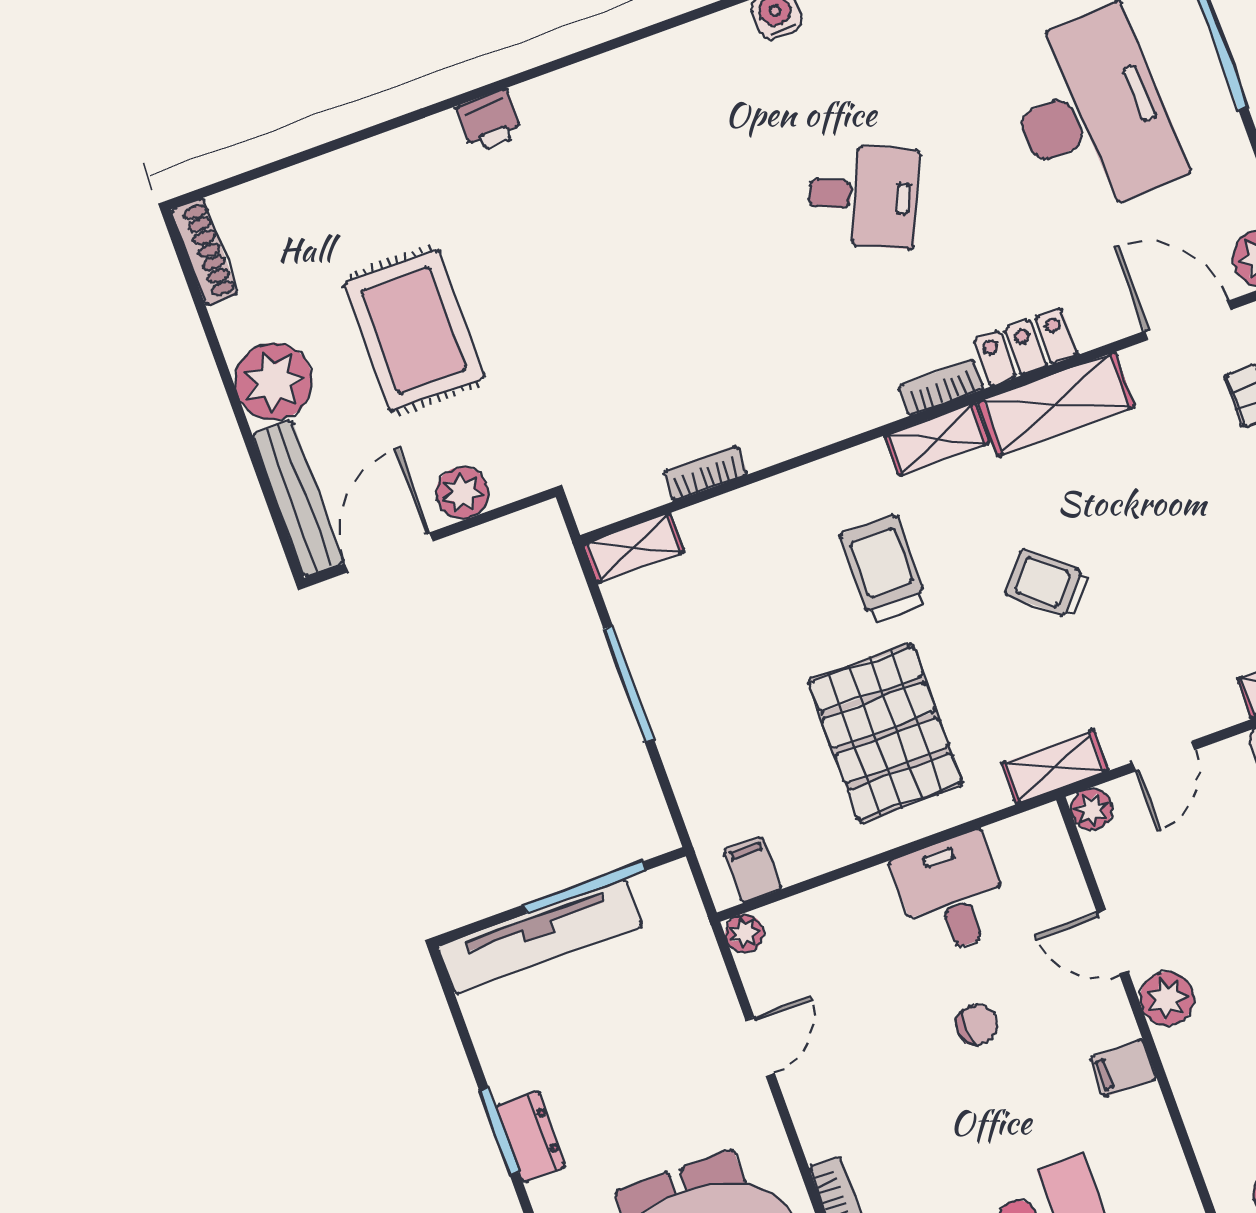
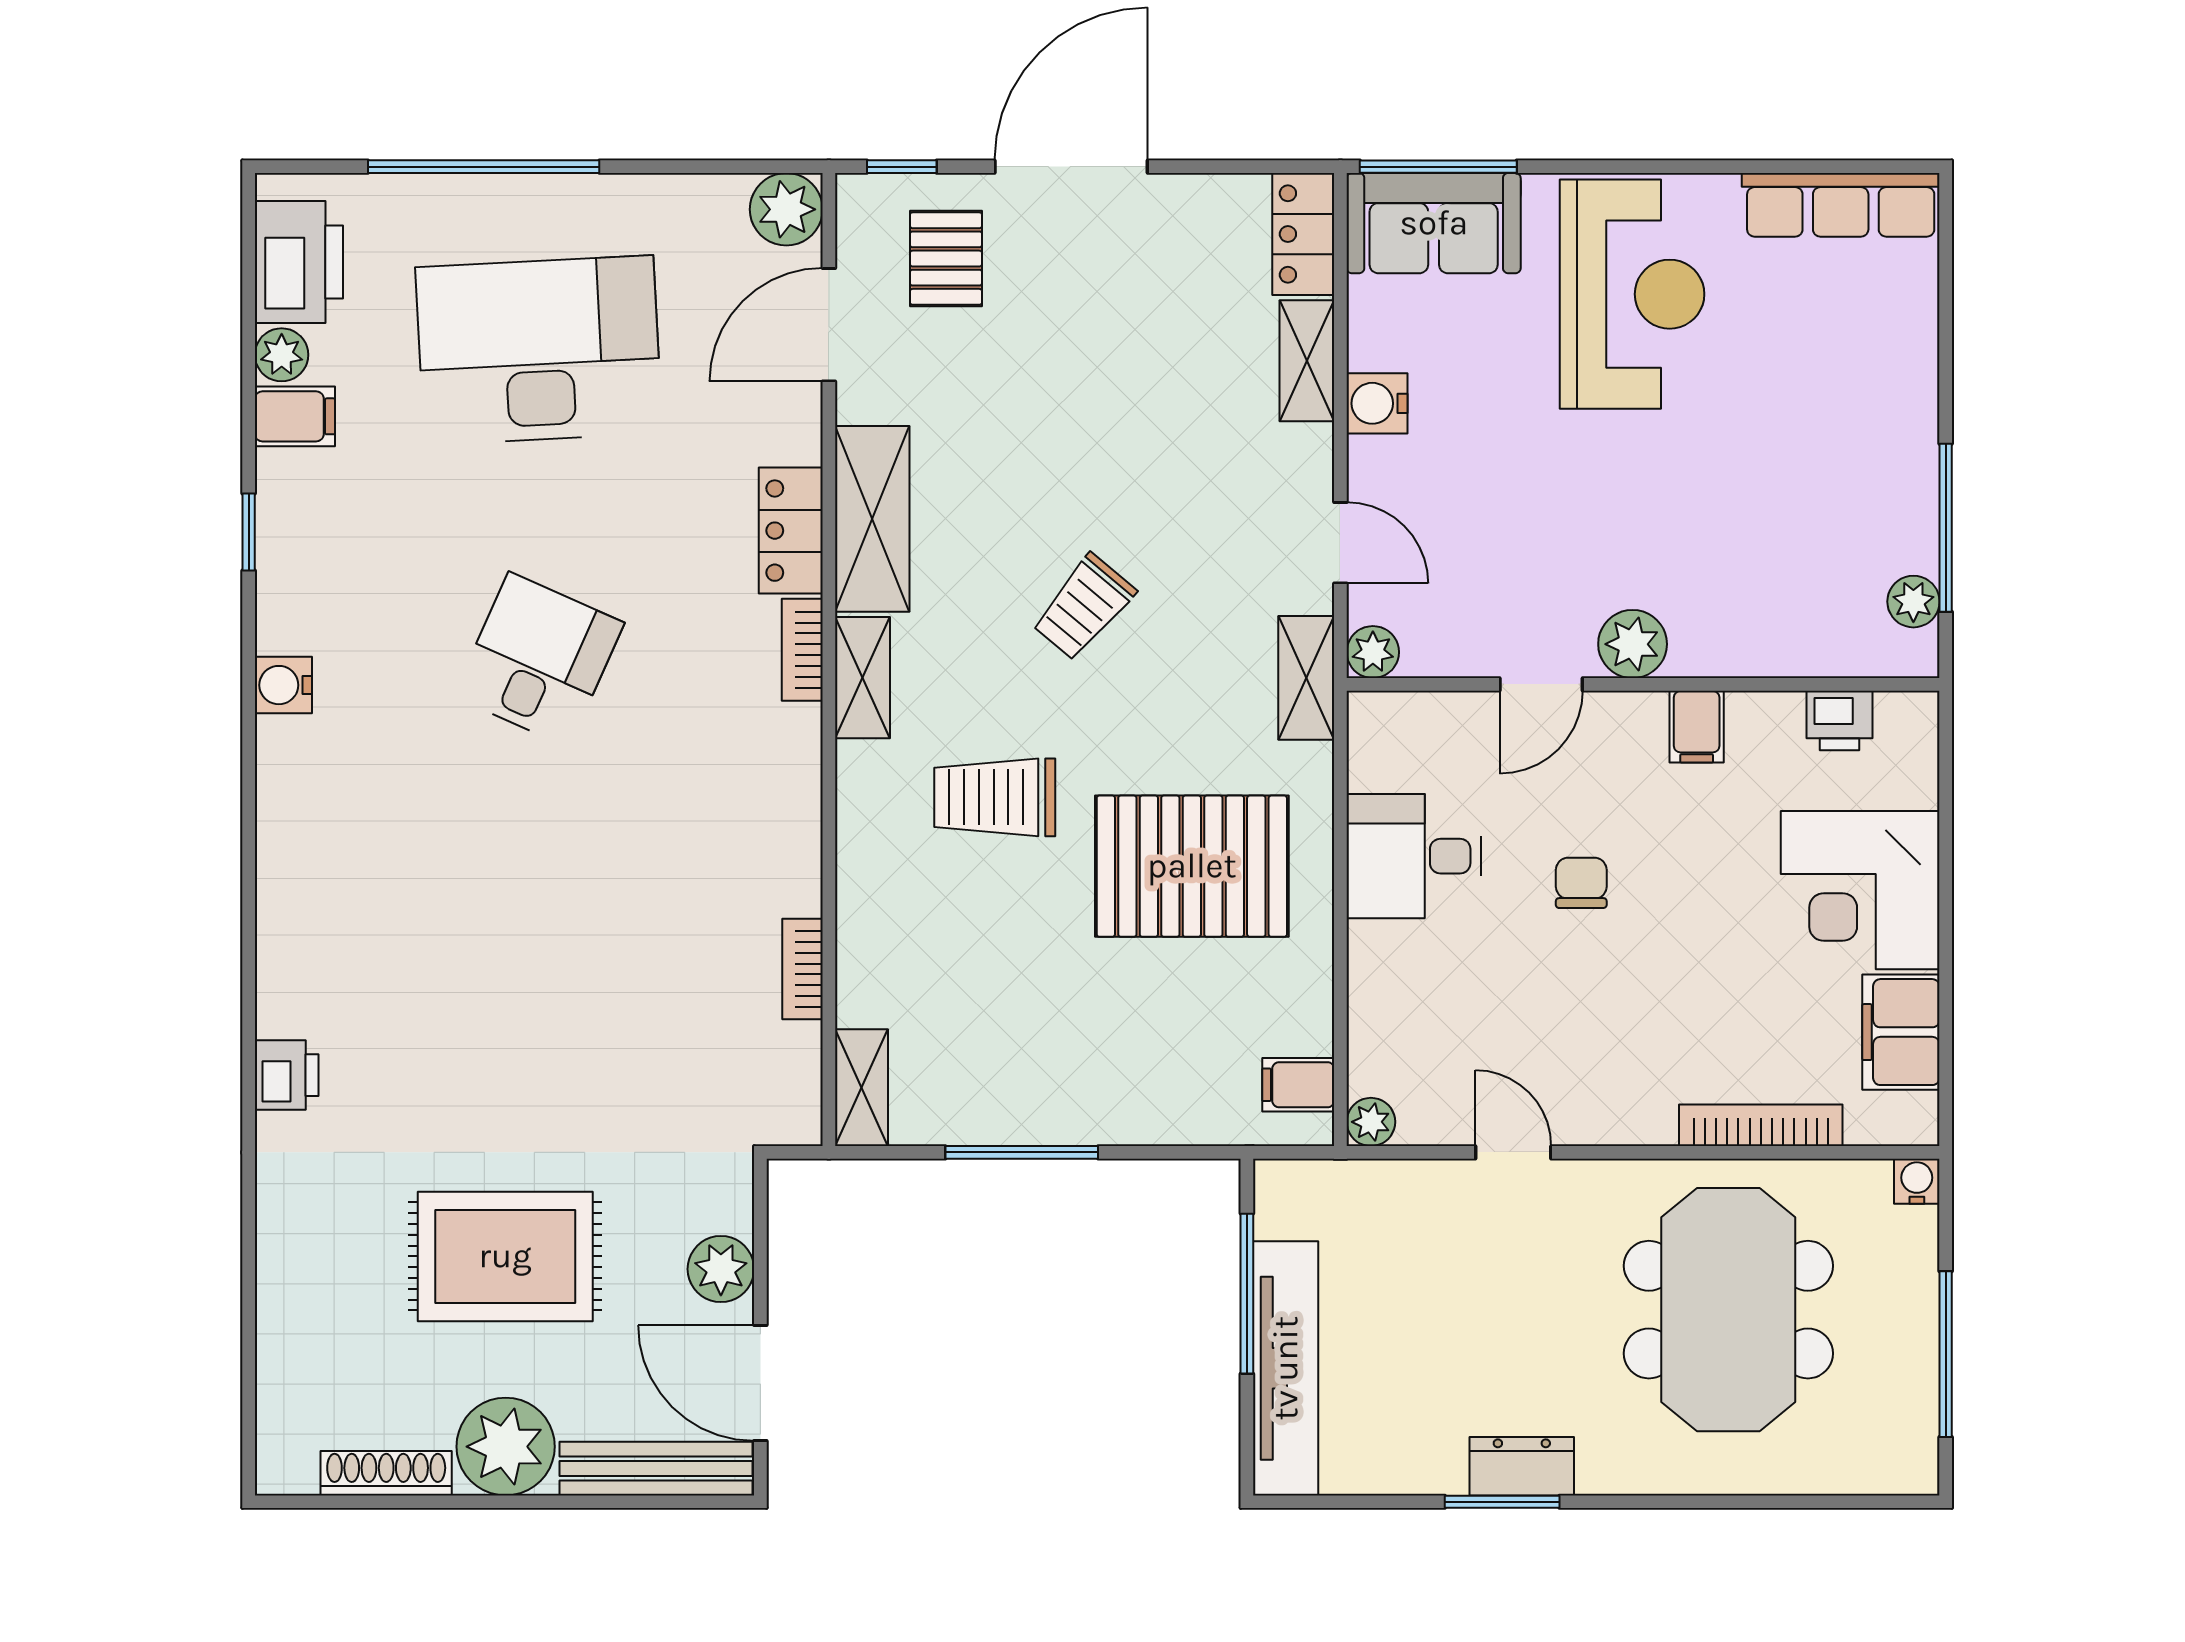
shoe rack: (205, 252) -> (386, 1473), moved
printer: (1166, 1172) -> (1839, 721), added

